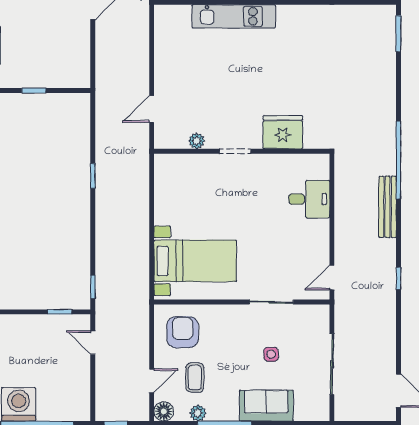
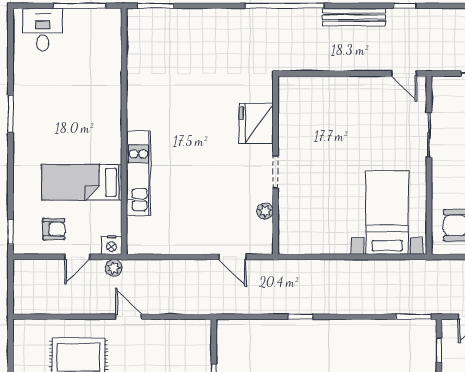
desk: (309, 199) -> (324, 97), removed
bench: (388, 207) -> (354, 17), moved
window: (93, 287) -> (414, 317), width x1.50

